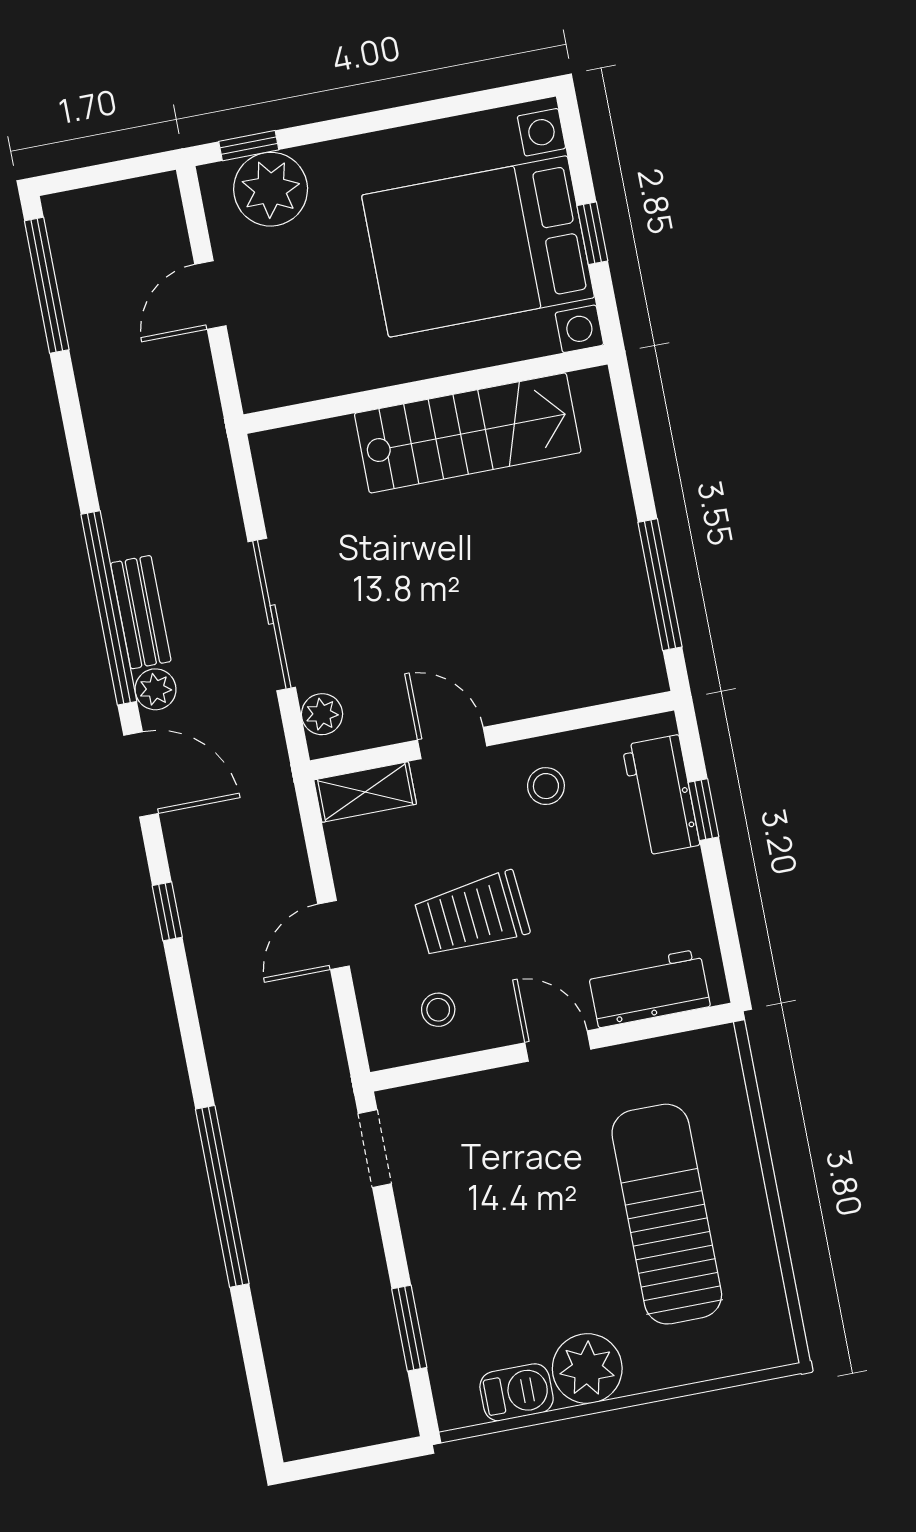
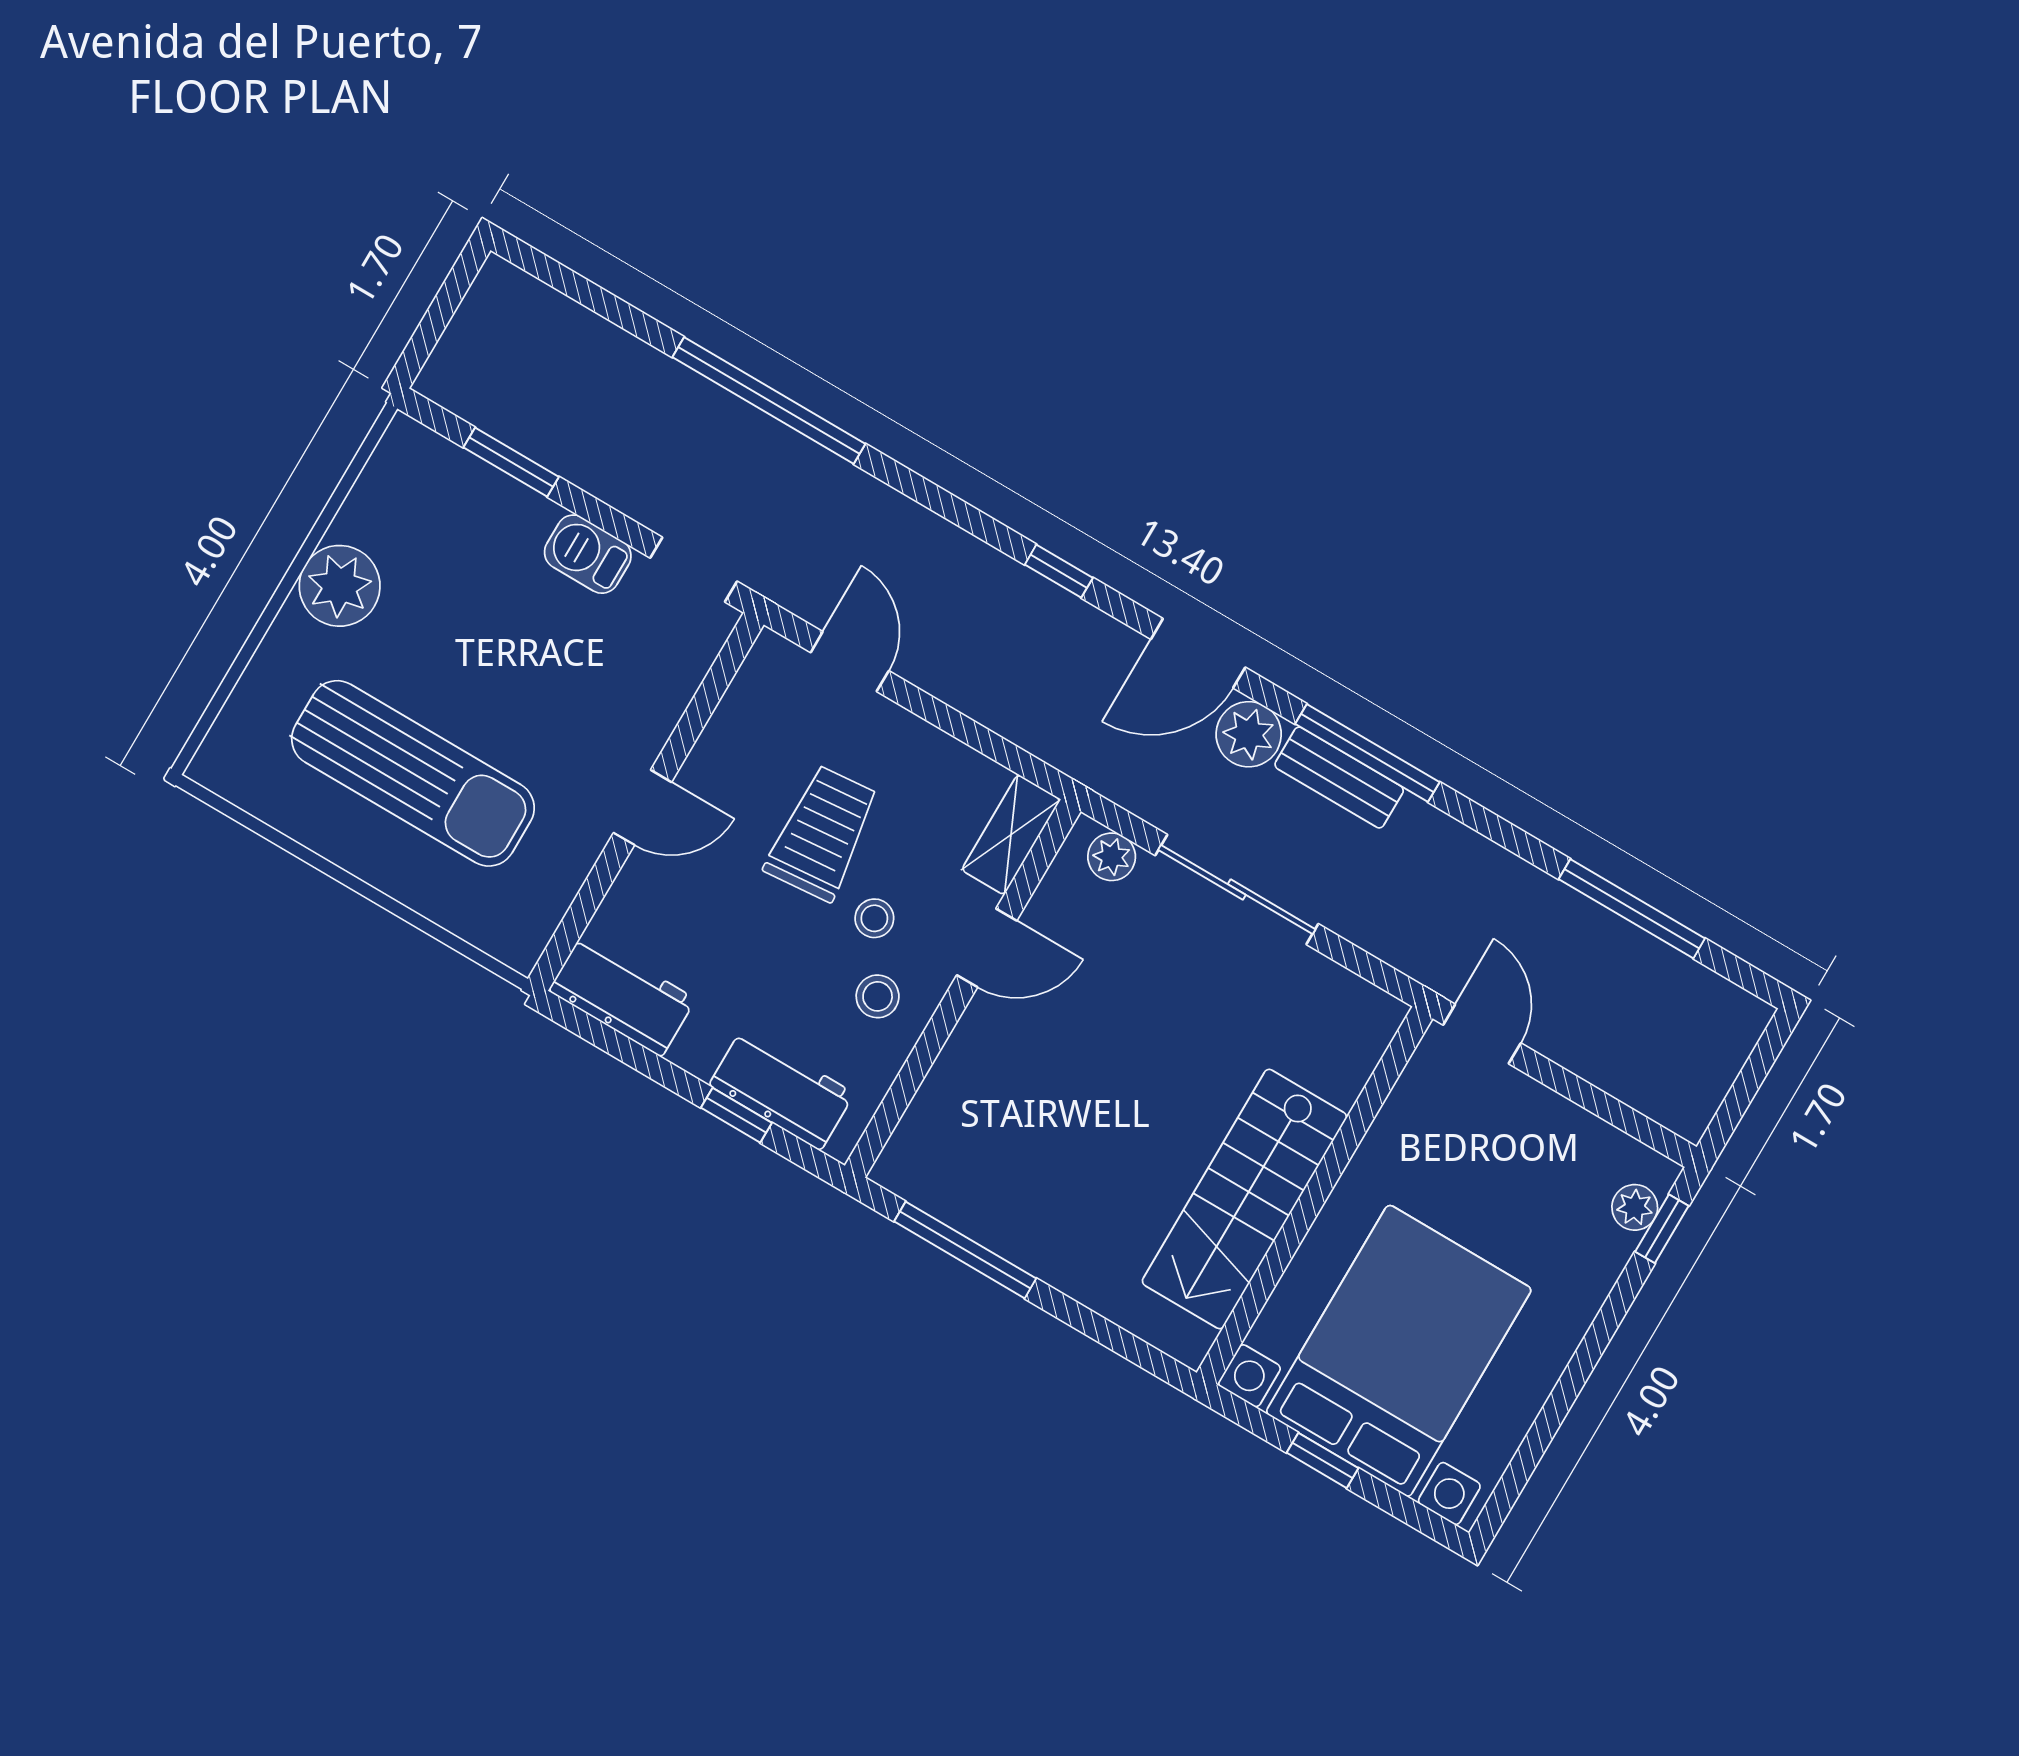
plant: (271, 189) -> (1635, 1207), width x0.53, depth x0.53
window: (47, 285) -> (1632, 909), moved
door: (210, 295) -> (1482, 1034), moved
window: (109, 608) -> (1367, 753), width x0.68
plant: (155, 689) -> (1249, 734), width x1.38, depth x1.38
door: (334, 935) -> (850, 662), moved
workbench: (649, 988) -> (622, 995), moved, turned -90
stool: (438, 1010) -> (874, 918), moved
barbecue: (517, 1392) -> (588, 554), moved, turned 90

